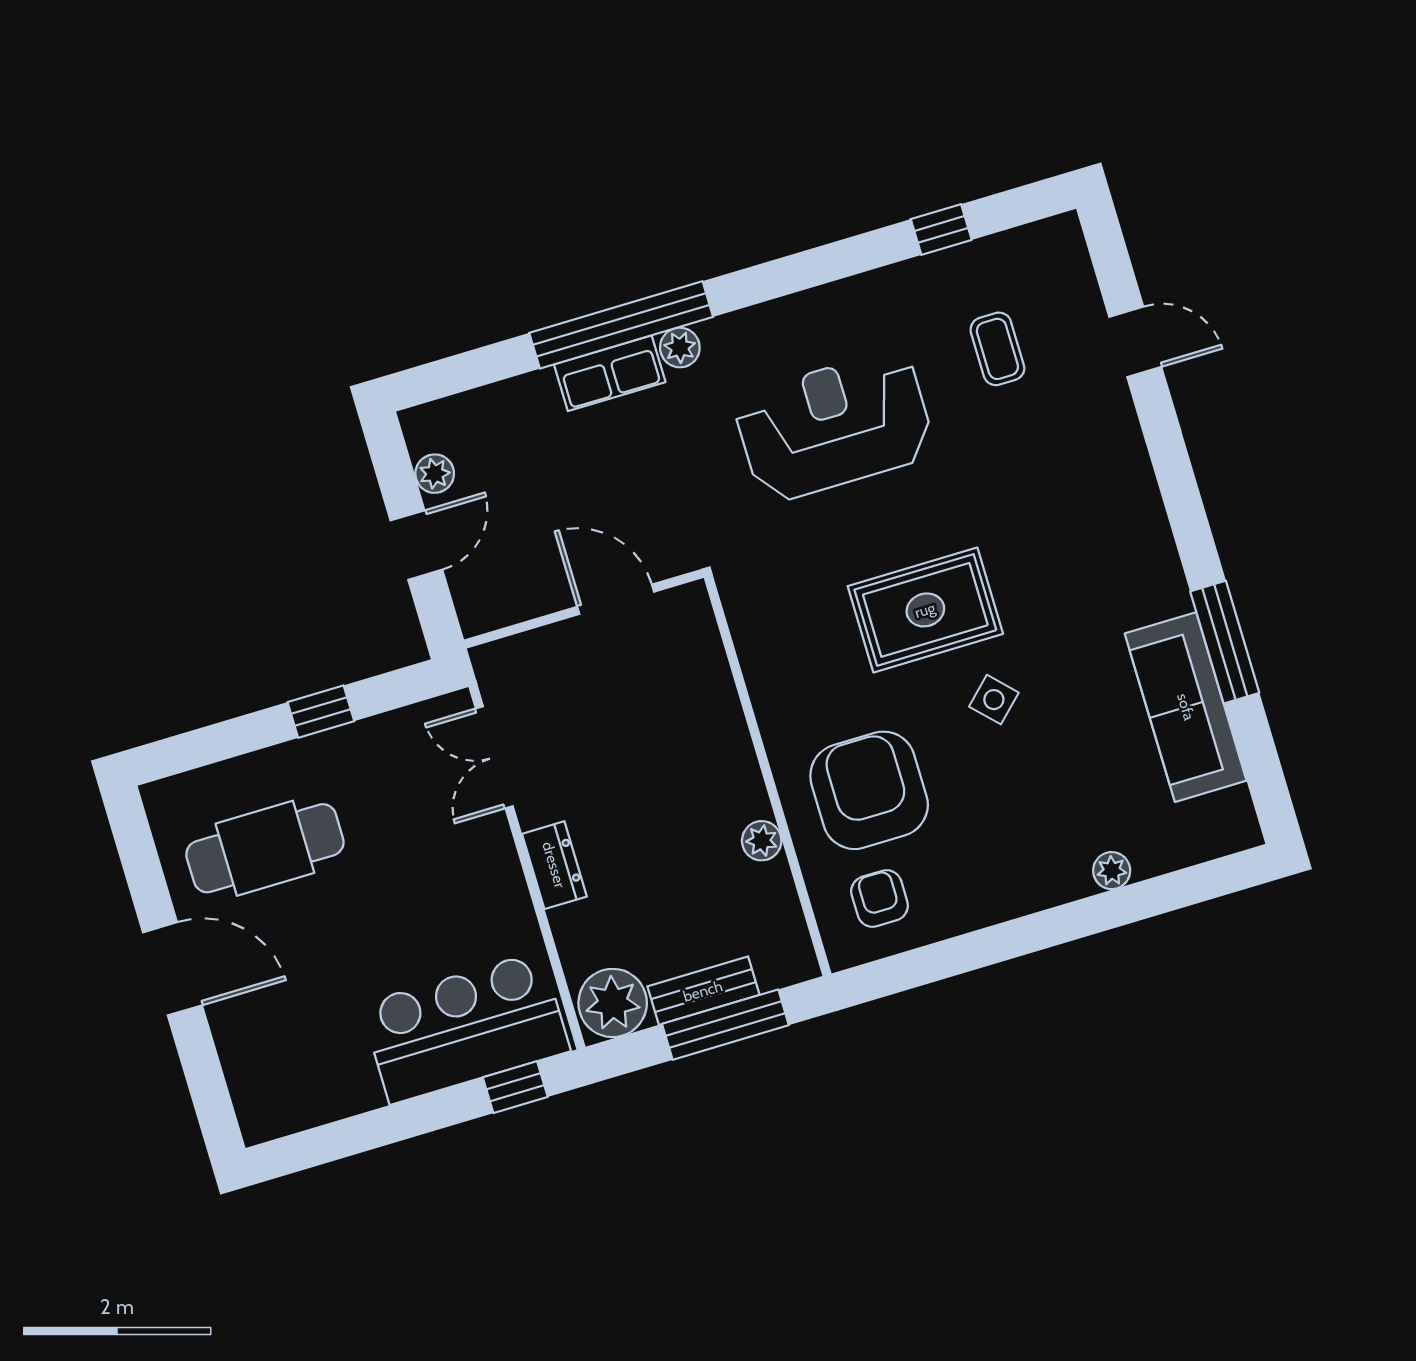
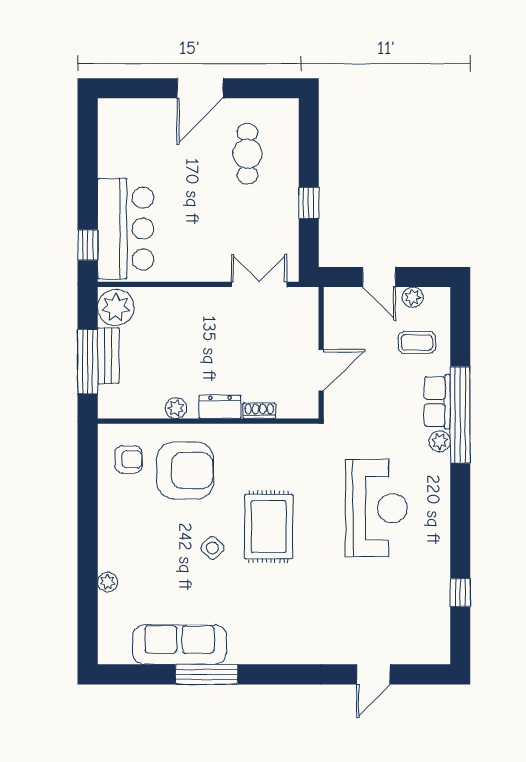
coffee table: (997, 349) -> (417, 343), moved
shoe rack: (722, 689) -> (259, 411), added
cafe table: (265, 848) -> (248, 154), width x0.73, depth x0.74
dresser: (554, 865) -> (220, 407), moved, turned 180

